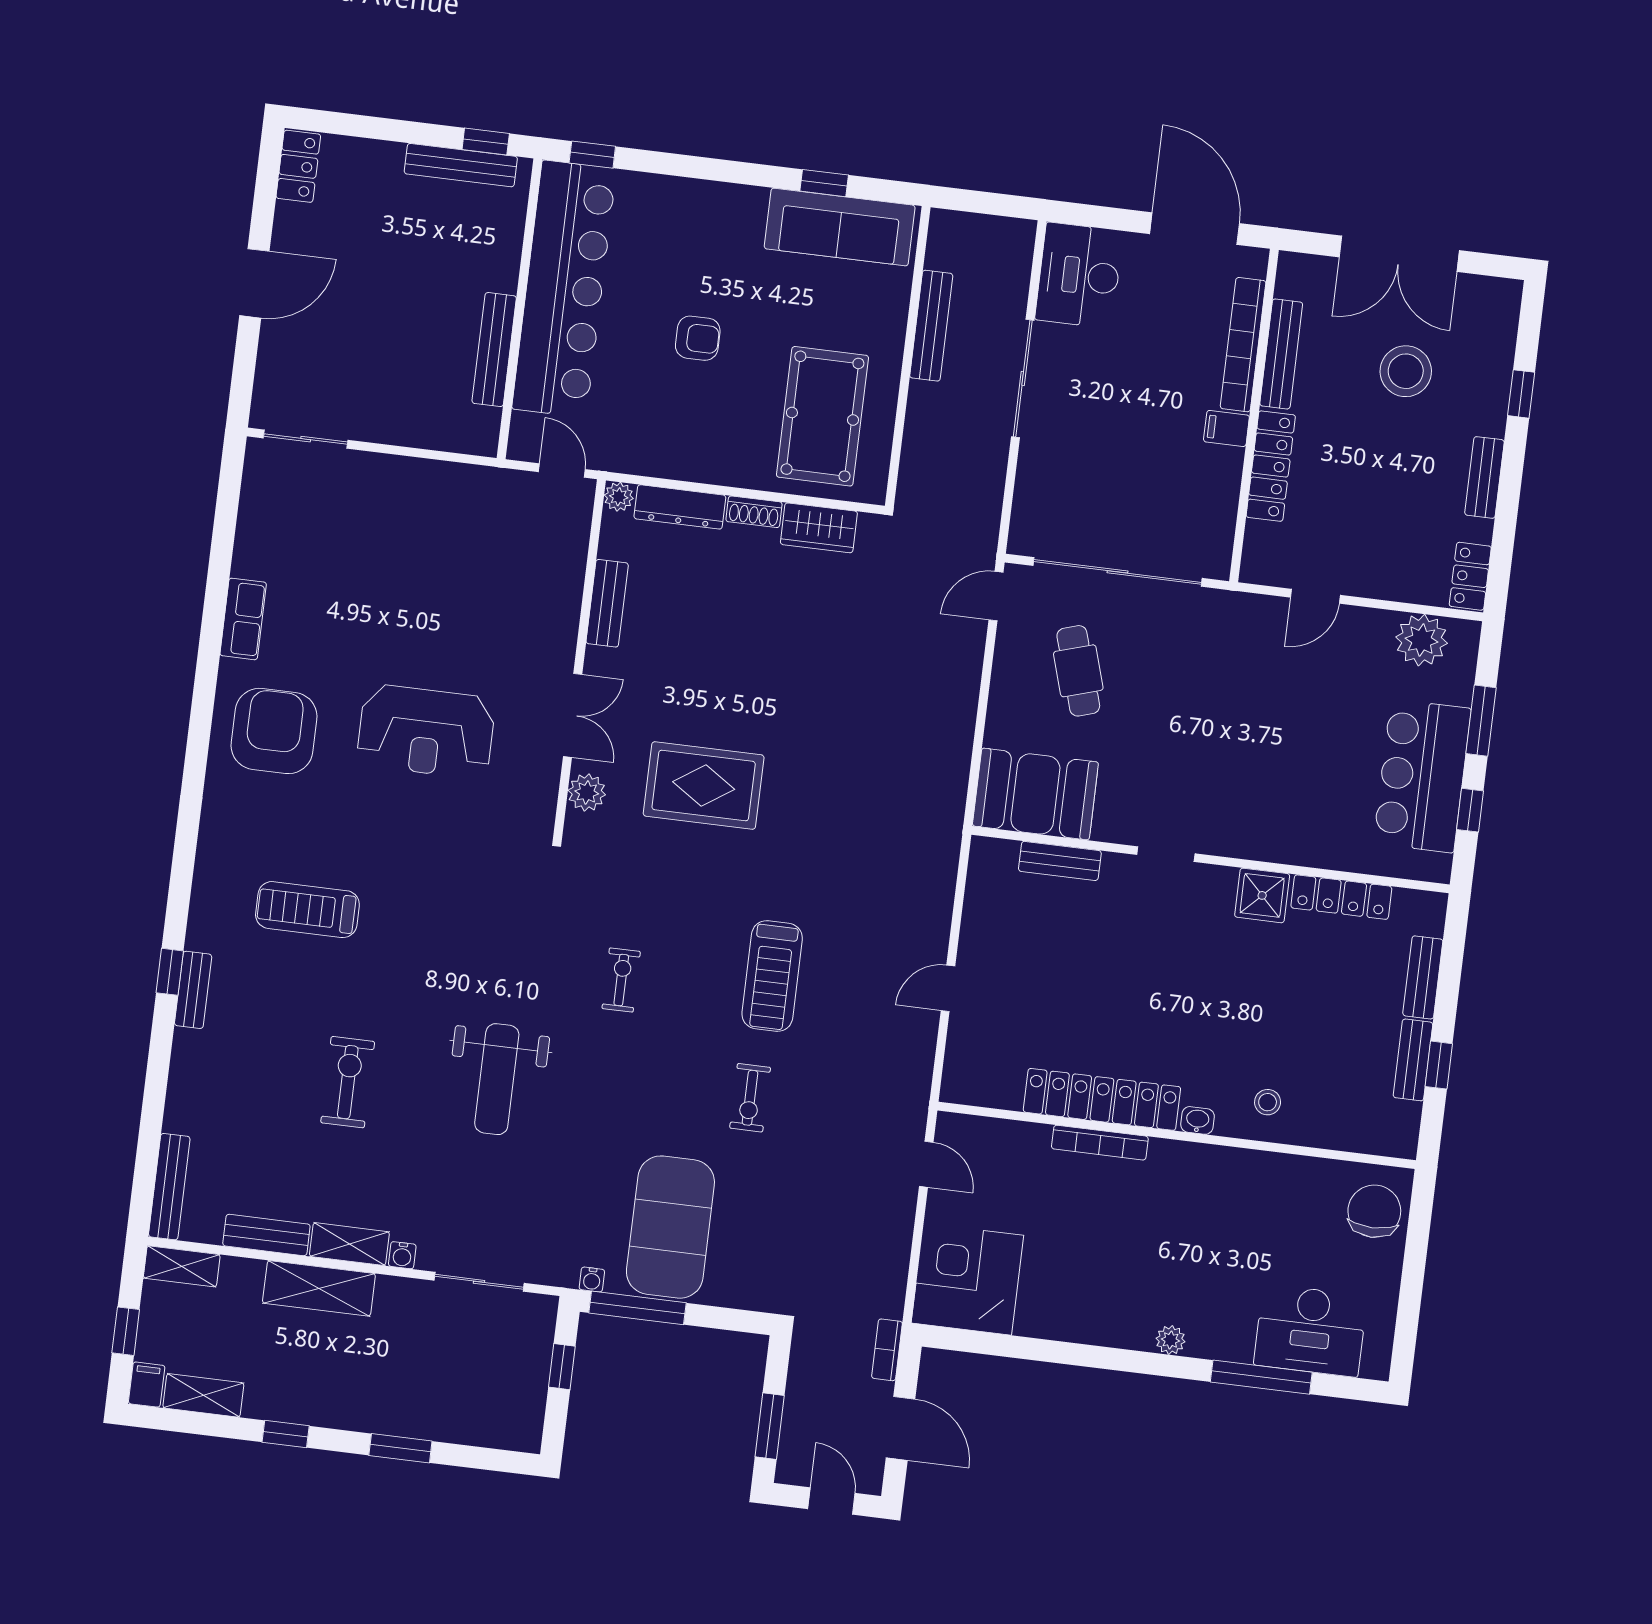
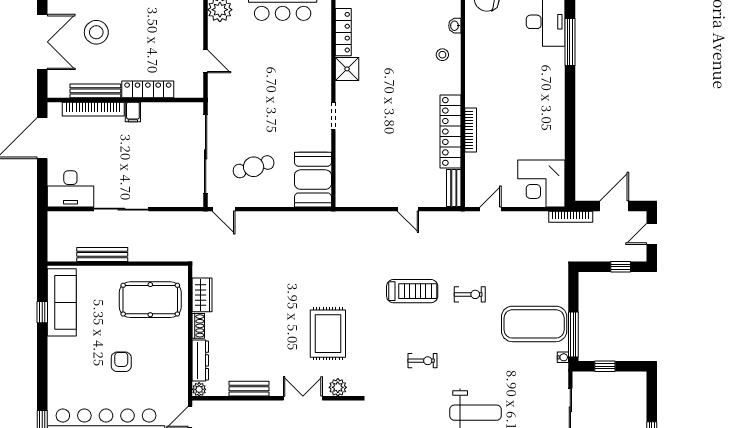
bench: (1060, 861) -> (454, 188), moved
exercise bike: (621, 980) -> (423, 361), turned 180
washbasin: (1198, 1120) -> (455, 26), moved
plant: (1171, 1340) -> (558, 86), removed
bookcase: (887, 1350) -> (571, 217), width x1.56
window: (770, 1426) -> (621, 267), width x0.67

